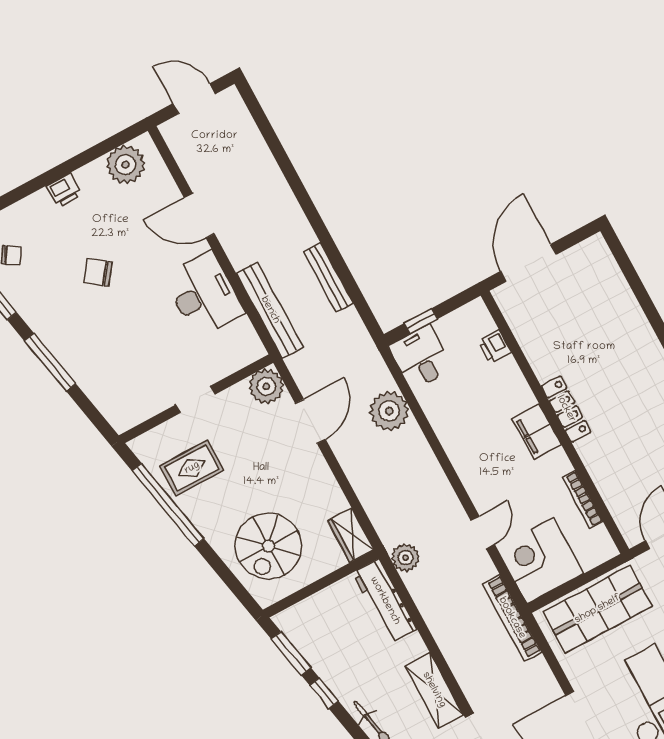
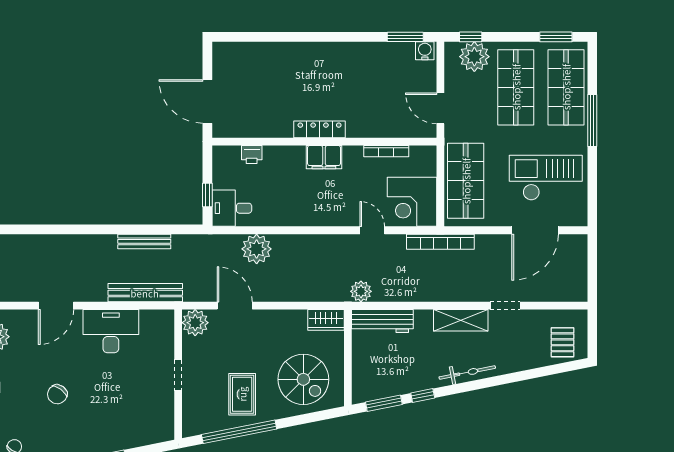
rug: (192, 468) -> (242, 394), moved

